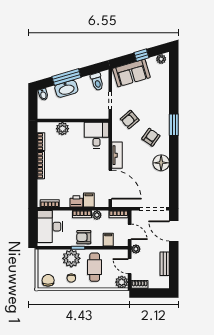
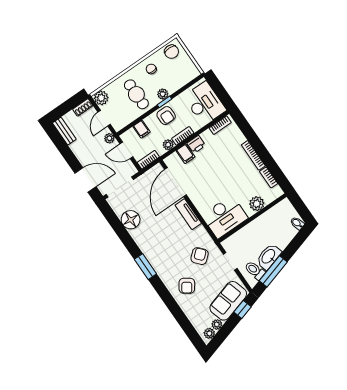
window: (141, 55) -> (242, 309), moved
plant: (151, 62) -> (217, 324), added
window: (66, 77) -> (273, 271), moved
washbasin: (66, 89) -> (269, 257), moved
window: (174, 125) -> (145, 267), moved
desk: (96, 135) -> (225, 217), width x1.37
armchair: (151, 137) -> (187, 286), moved
floor lamp: (161, 163) -> (131, 220), moved
door: (110, 185) -> (175, 182), hinge flipped
armchair: (84, 237) -> (166, 116), turned 90
plant: (71, 258) -> (163, 94), width x0.53, depth x0.53
bench: (165, 264) -> (64, 131), moved
door: (130, 266) -> (104, 118), swing flipped

